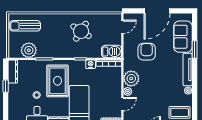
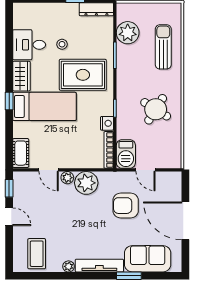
sun lounger: (25, 26) -> (163, 47), moved
door: (122, 27) -> (146, 170), moved
armchair: (147, 52) -> (126, 206), turned 180

